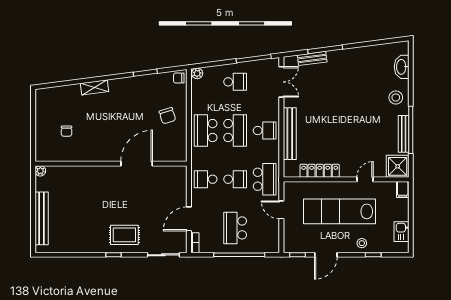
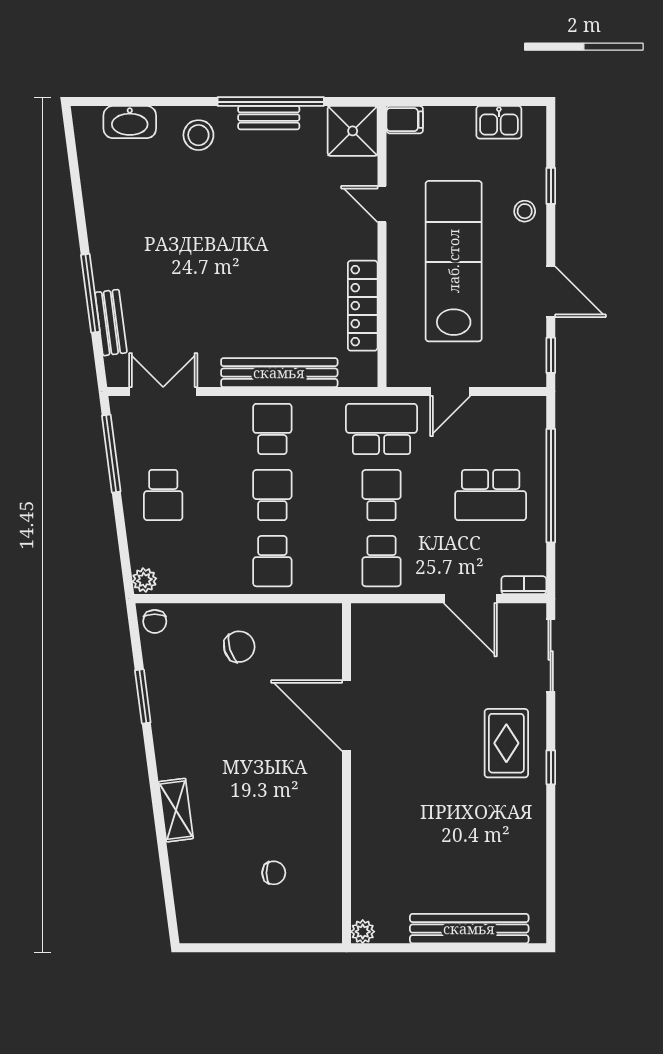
school desk: (235, 82) -> (163, 495), turned 180
school desk: (206, 131) -> (272, 561), width x0.54
school desk: (235, 131) -> (272, 495), width x0.54
bench: (404, 134) -> (269, 118), width x0.73
lab bench: (340, 211) -> (454, 261), turned 180

